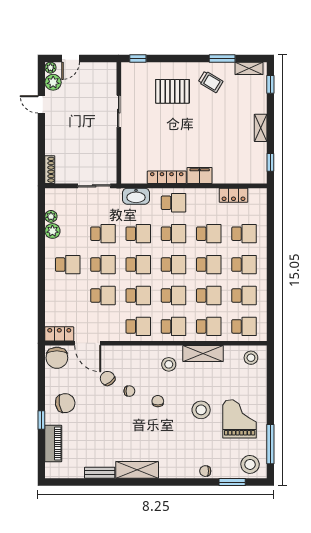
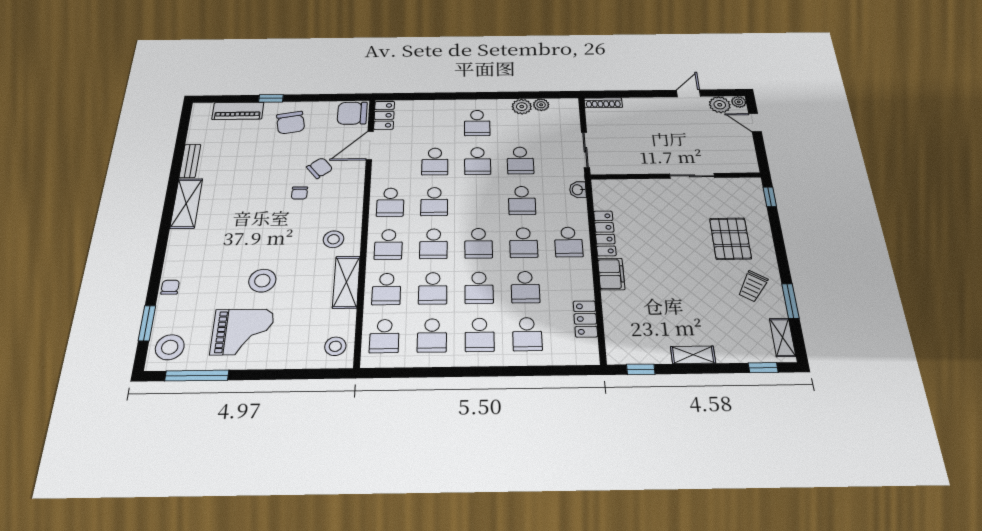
washbasin: (136, 196) -> (578, 190), width x0.52, depth x0.69
school desk: (138, 265) -> (478, 201), removed
chair: (158, 401) -> (282, 227), removed

